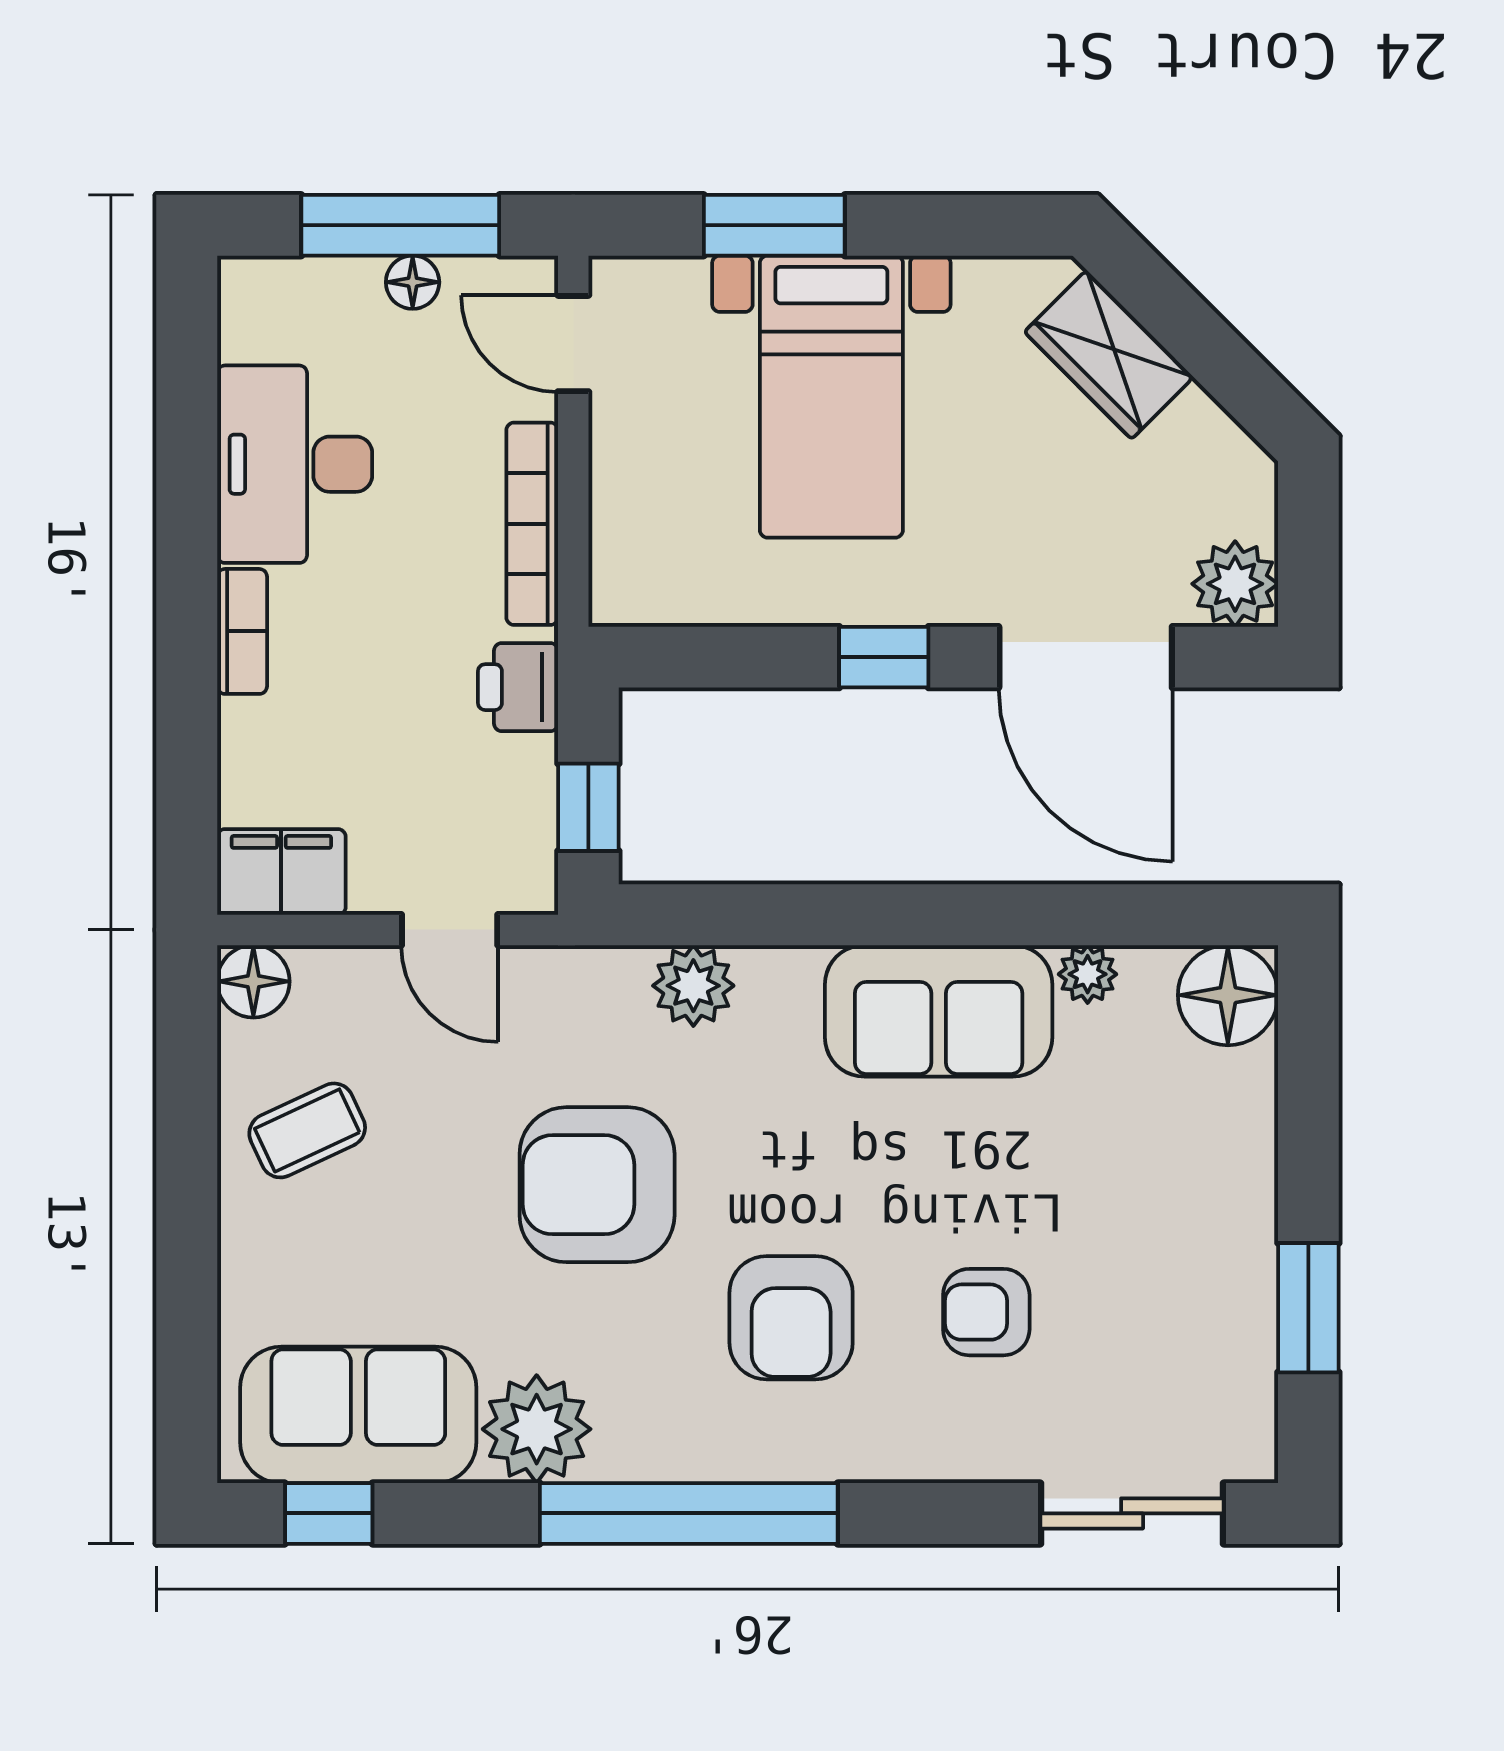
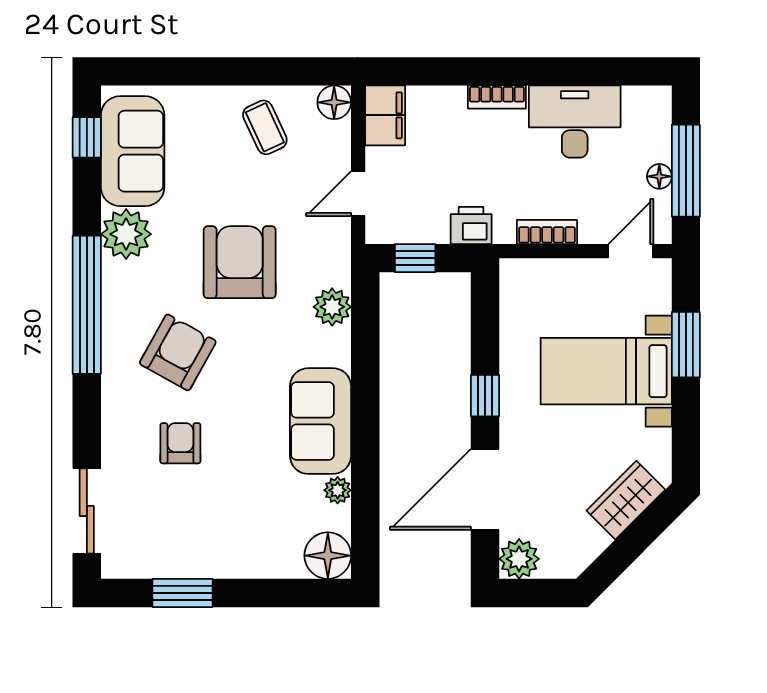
bookcase: (532, 524) -> (547, 232), width x0.64
armchair: (791, 1318) -> (178, 352), turned 119

